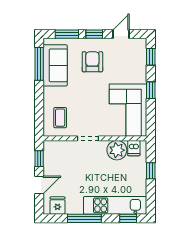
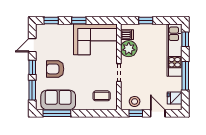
door: (121, 34) -> (32, 45), hinge flipped
stool: (53, 157) -> (135, 101), added

